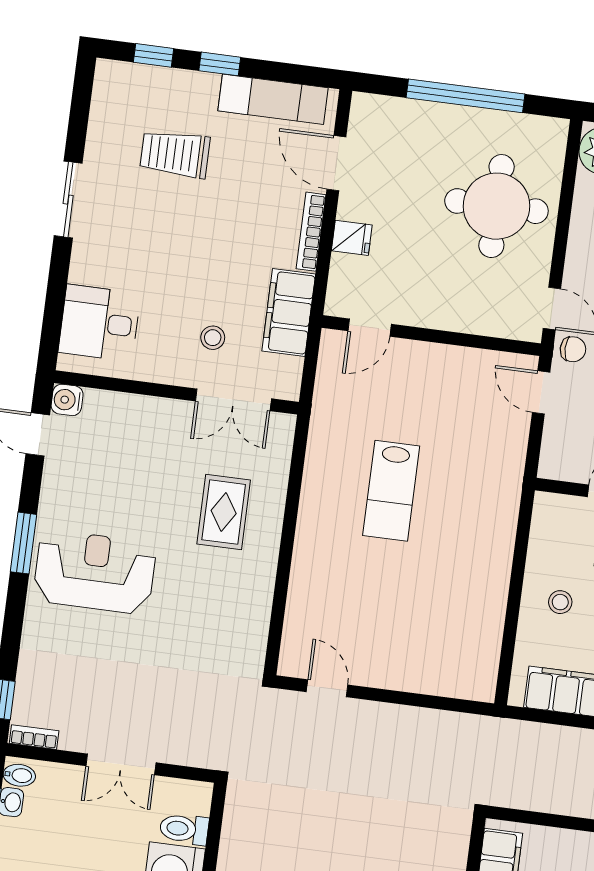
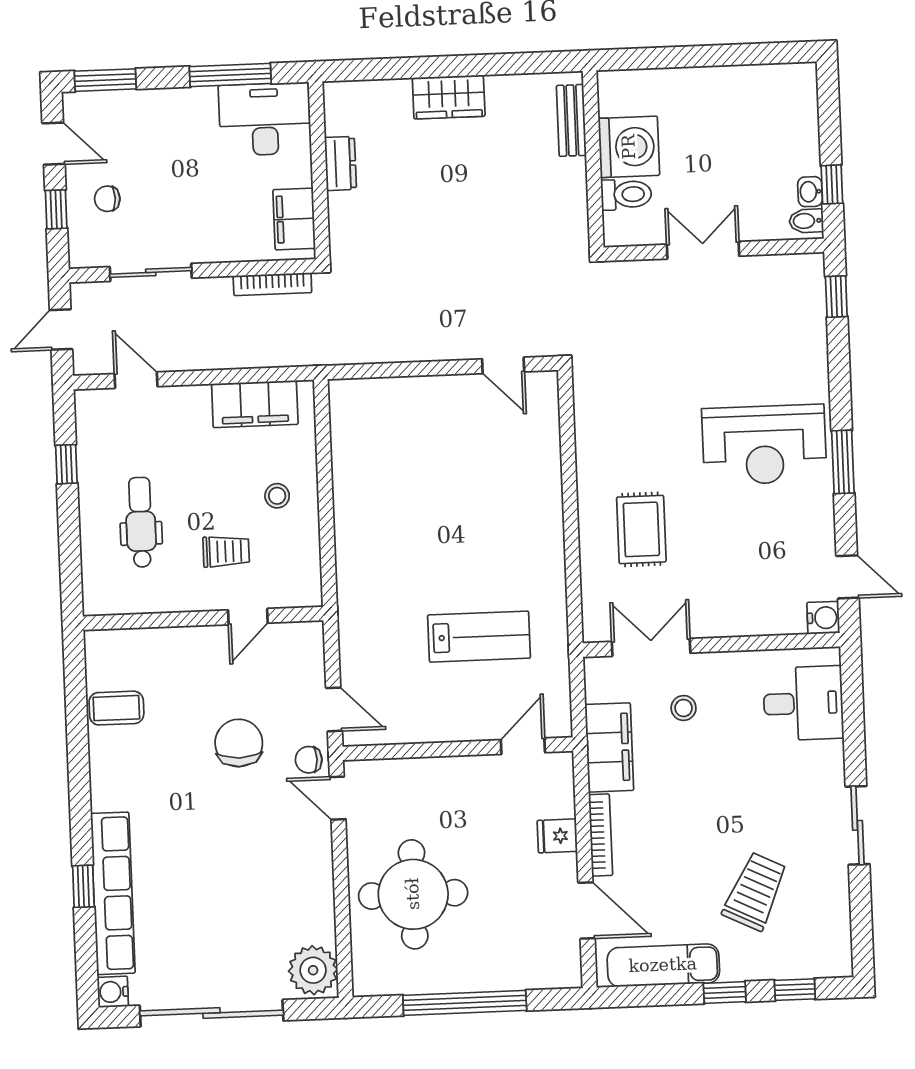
trolley: (175, 154) -> (755, 891), turned -64
lab bench: (391, 491) -> (479, 637), moved, turned 90
bookcase: (34, 737) -> (272, 284), moved, width x1.56

